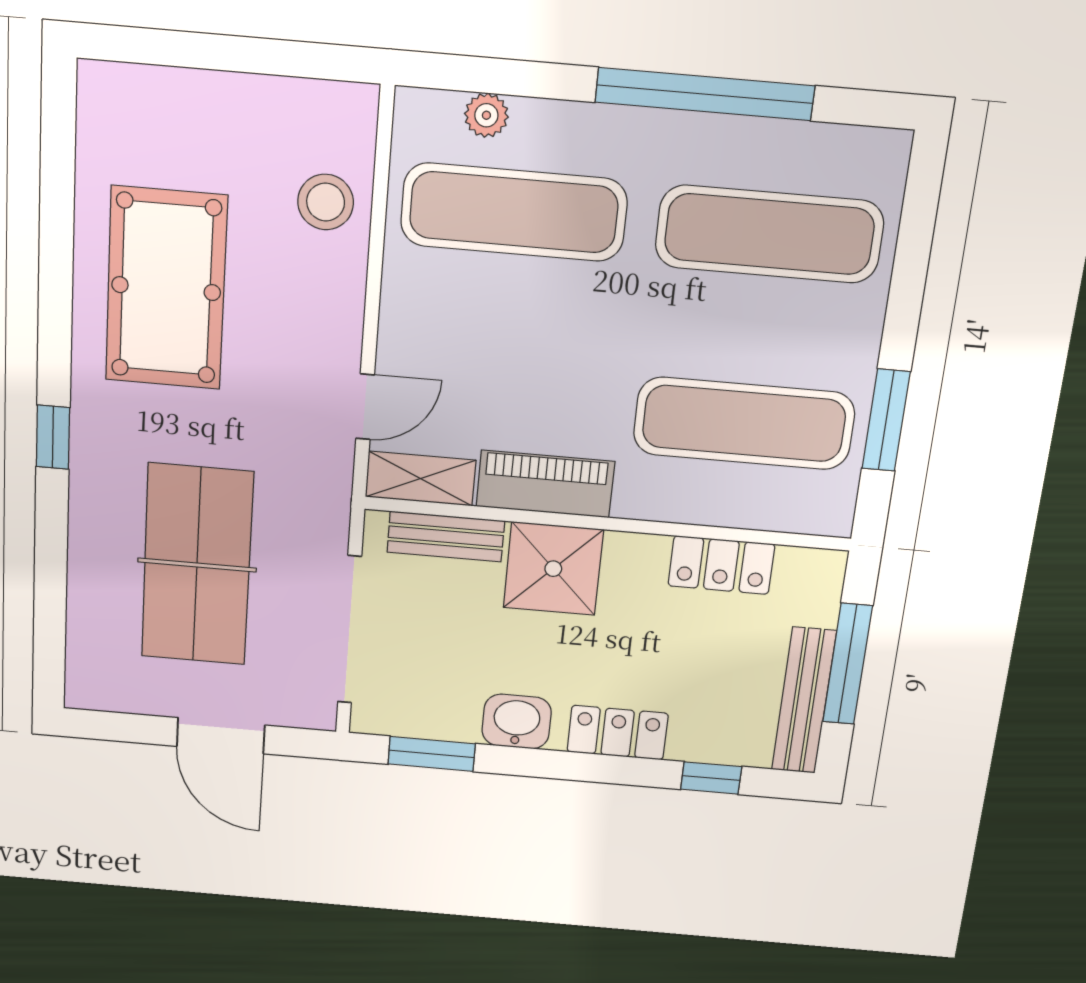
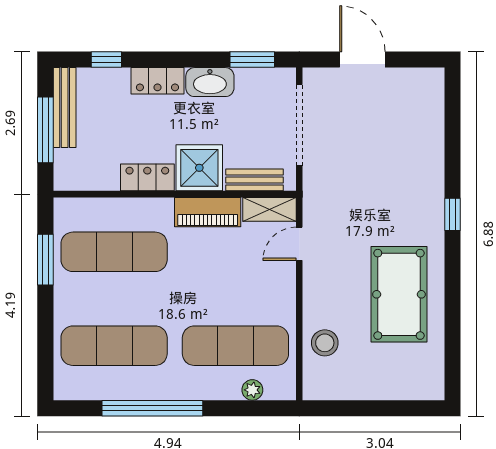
table tennis table: (197, 565) -> (378, 153), removed
locker: (721, 565) -> (147, 177), moved
washbasin: (517, 721) -> (210, 82), width x1.38

